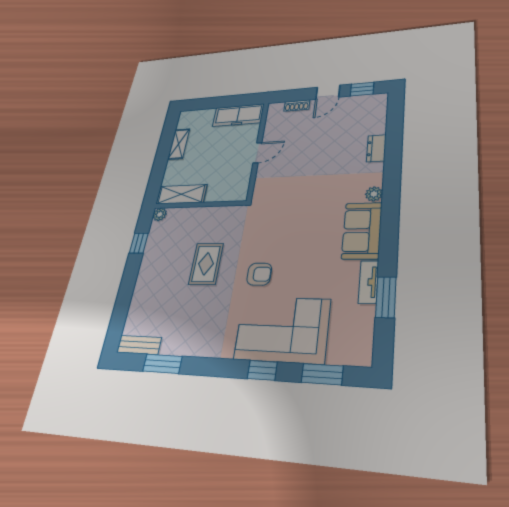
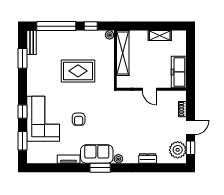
door: (328, 92) -> (191, 127), swing flipped
plant: (364, 106) -> (178, 150), added
shelving: (181, 194) -> (123, 53), width x1.47
rug: (206, 264) -> (78, 71), width x1.36, depth x1.43
armchair: (259, 274) -> (79, 119), moved
window: (386, 297) -> (100, 168), moved
window: (124, 300) -> (56, 26), added

